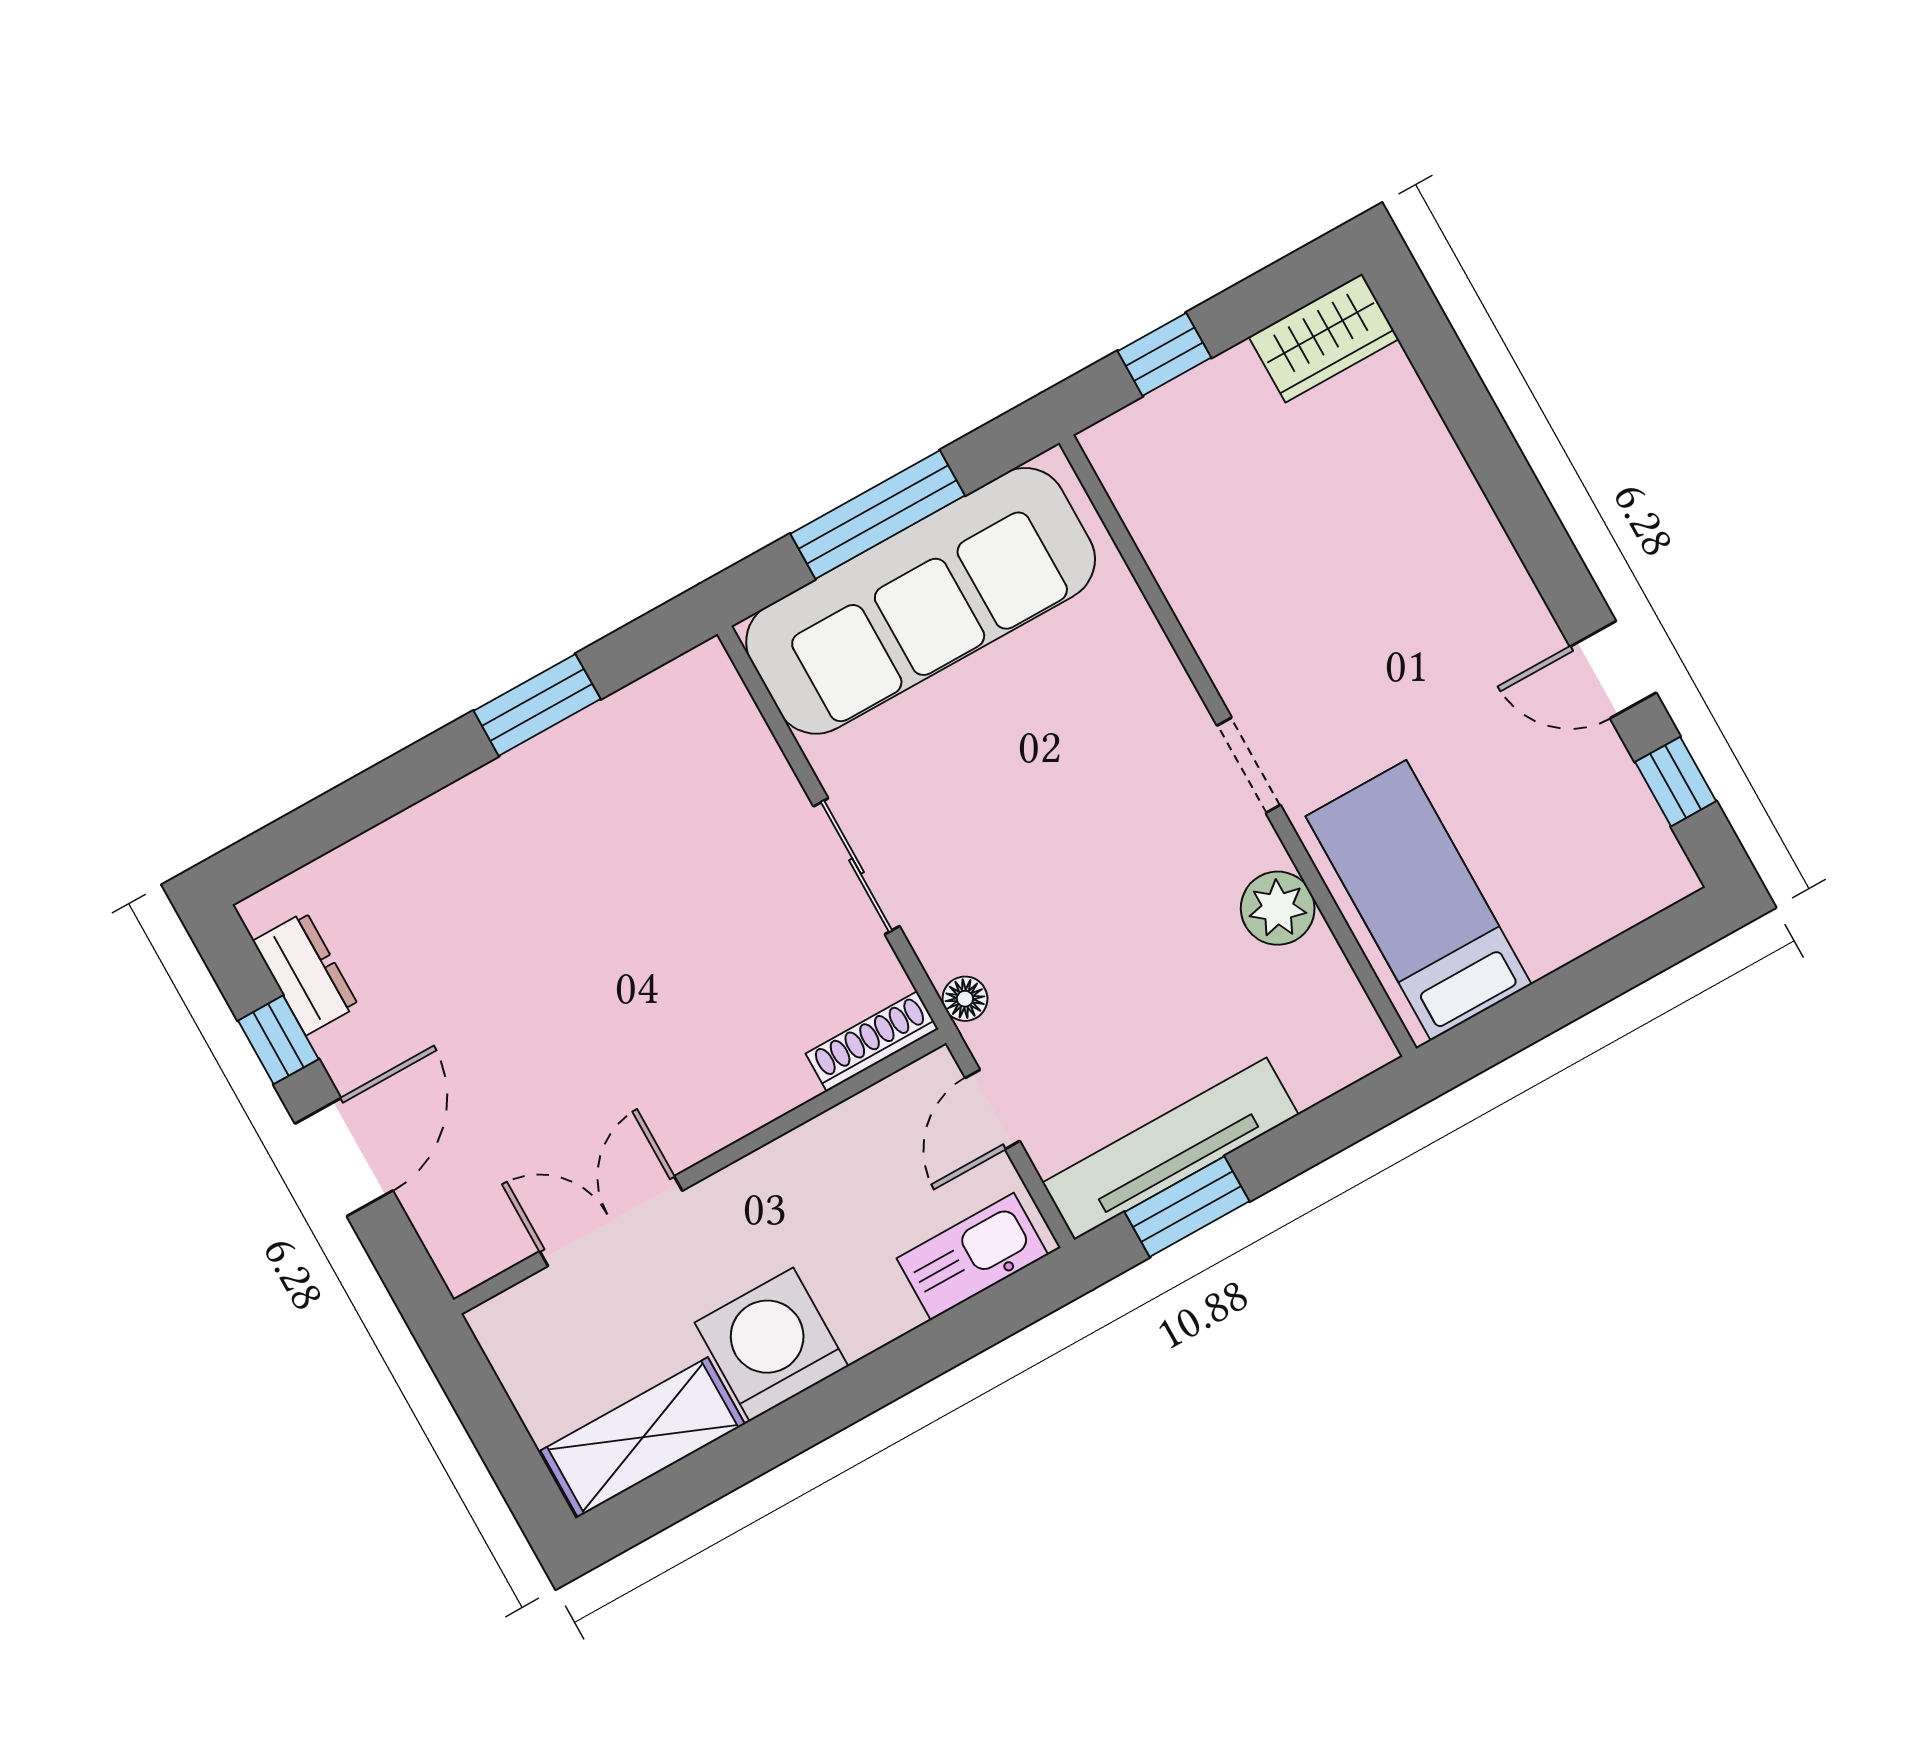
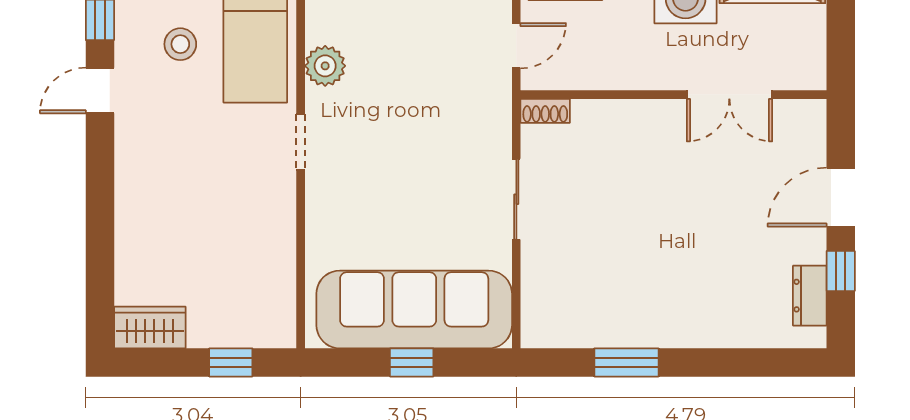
window: (878, 515) -> (412, 362), width x0.46
door: (1613, 670) -> (100, 90), swing flipped
stool: (1527, 814) -> (180, 44), added
floor lamp: (965, 999) -> (500, 106), removed
shoe rack: (872, 1041) -> (545, 111), width x0.70

